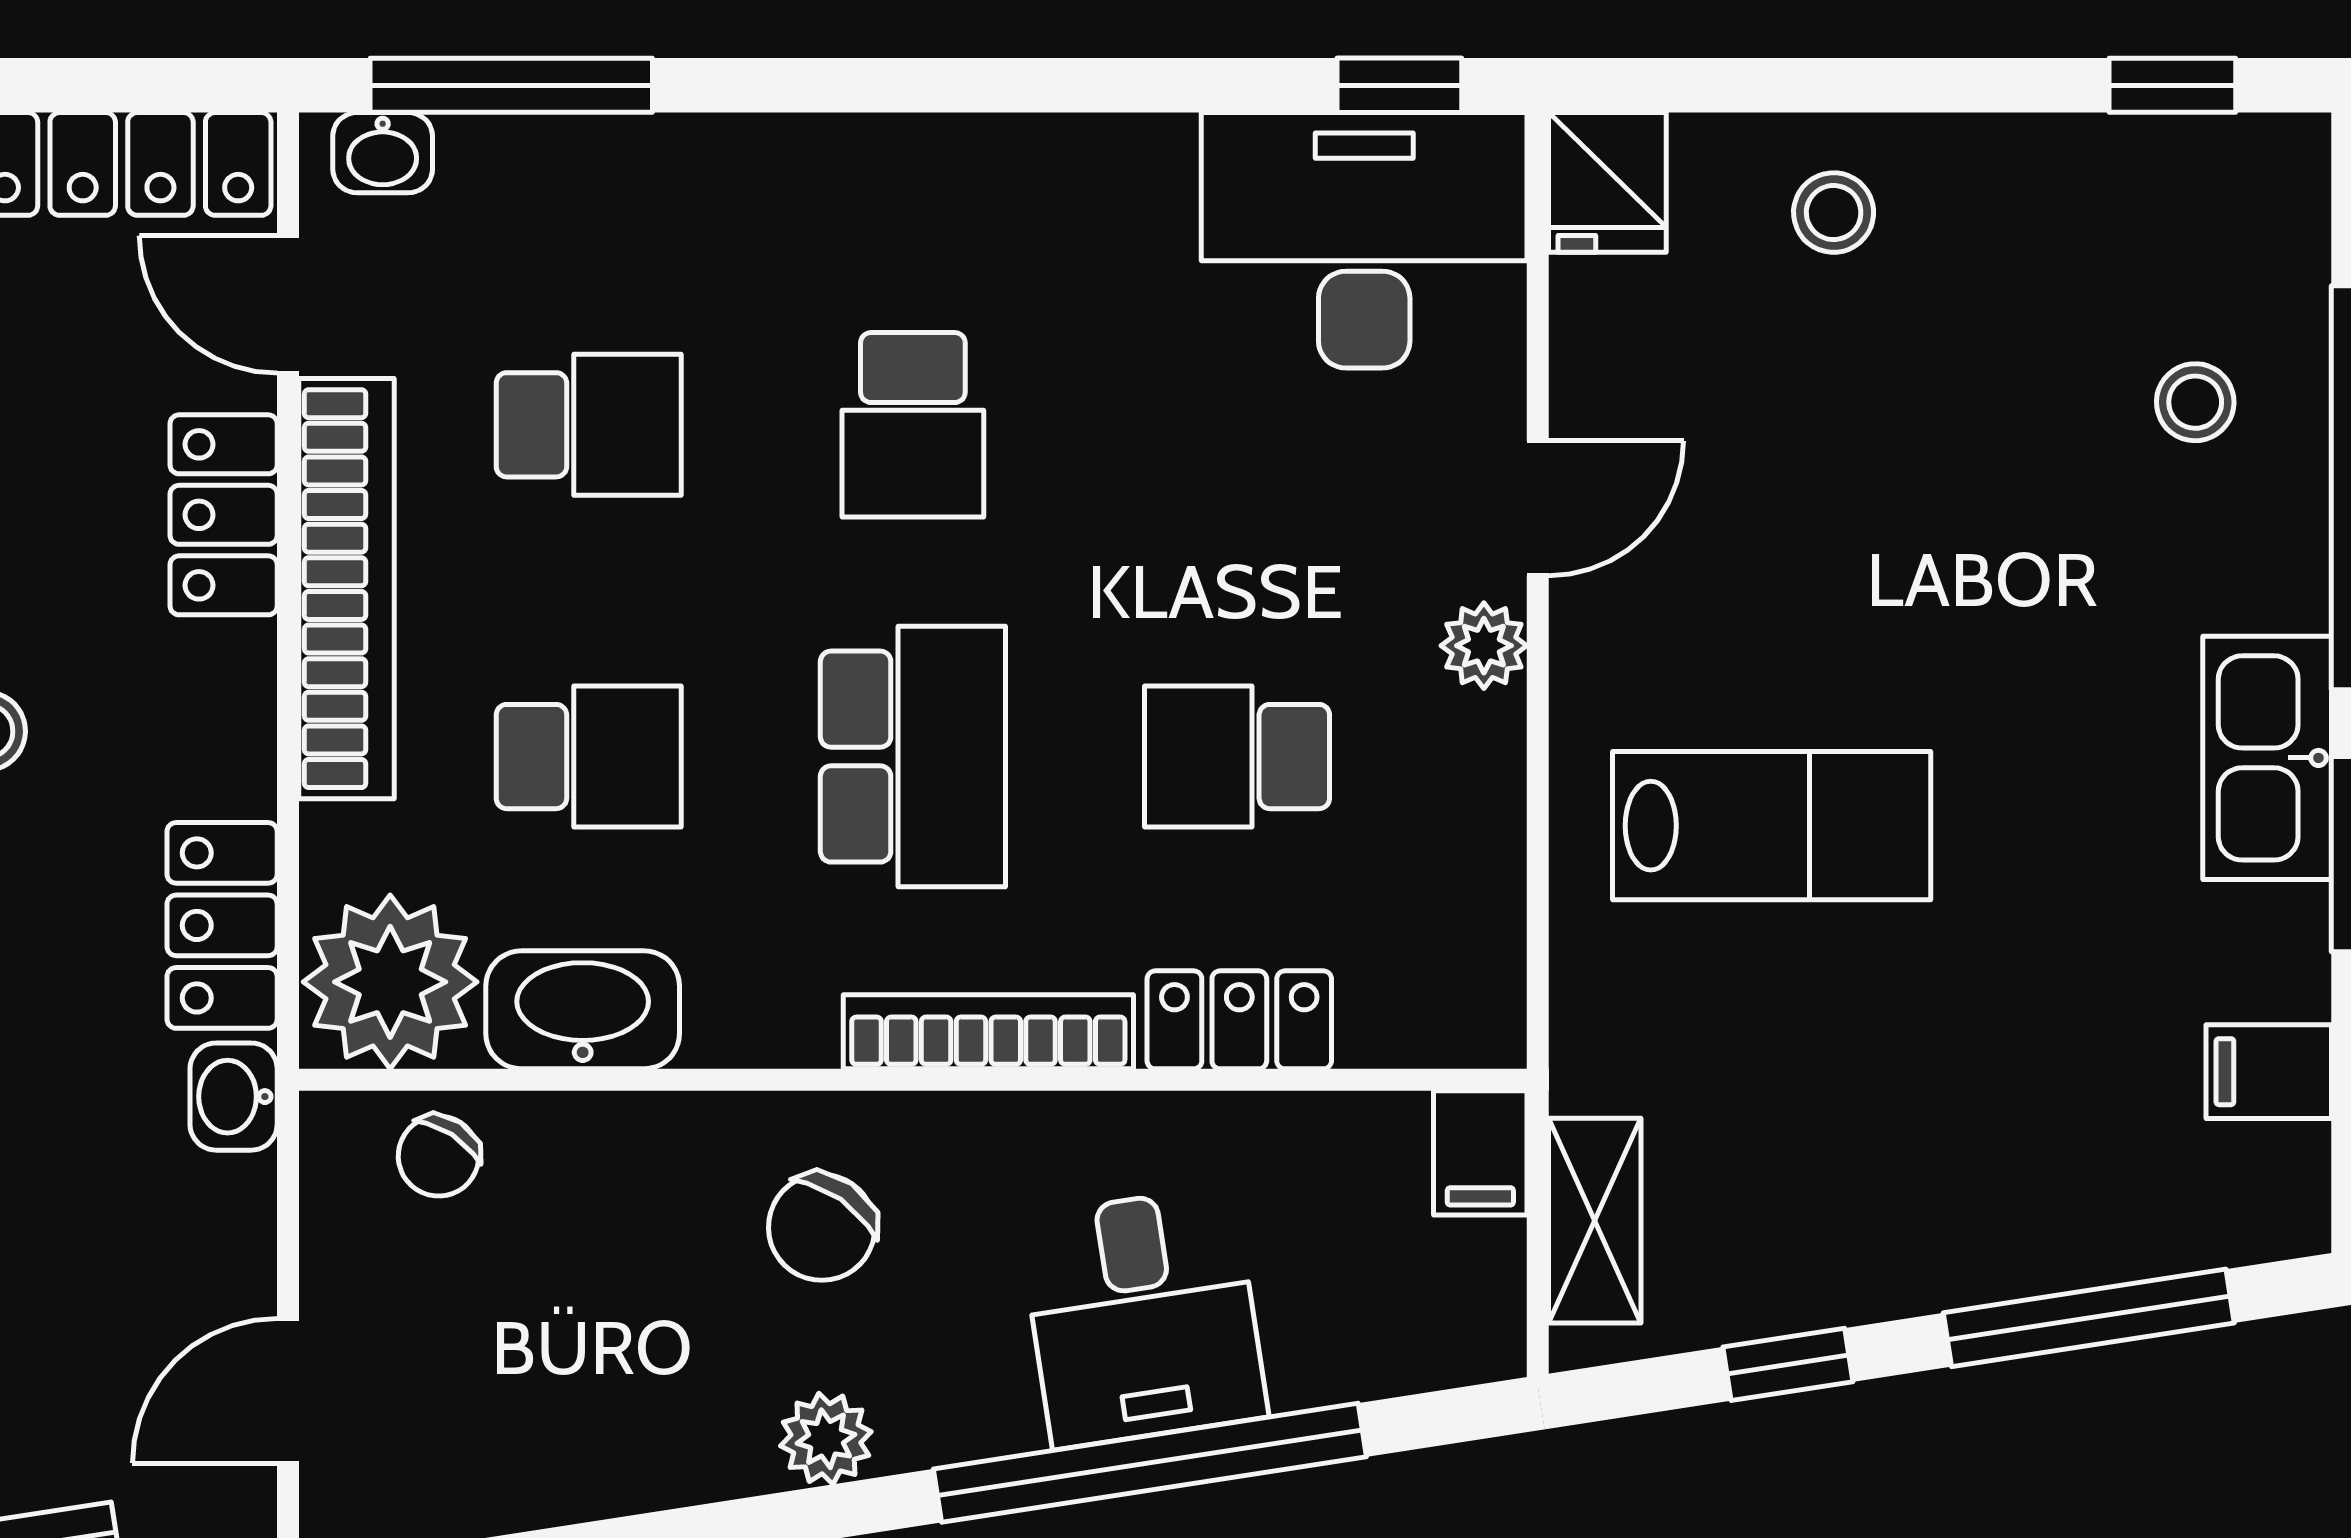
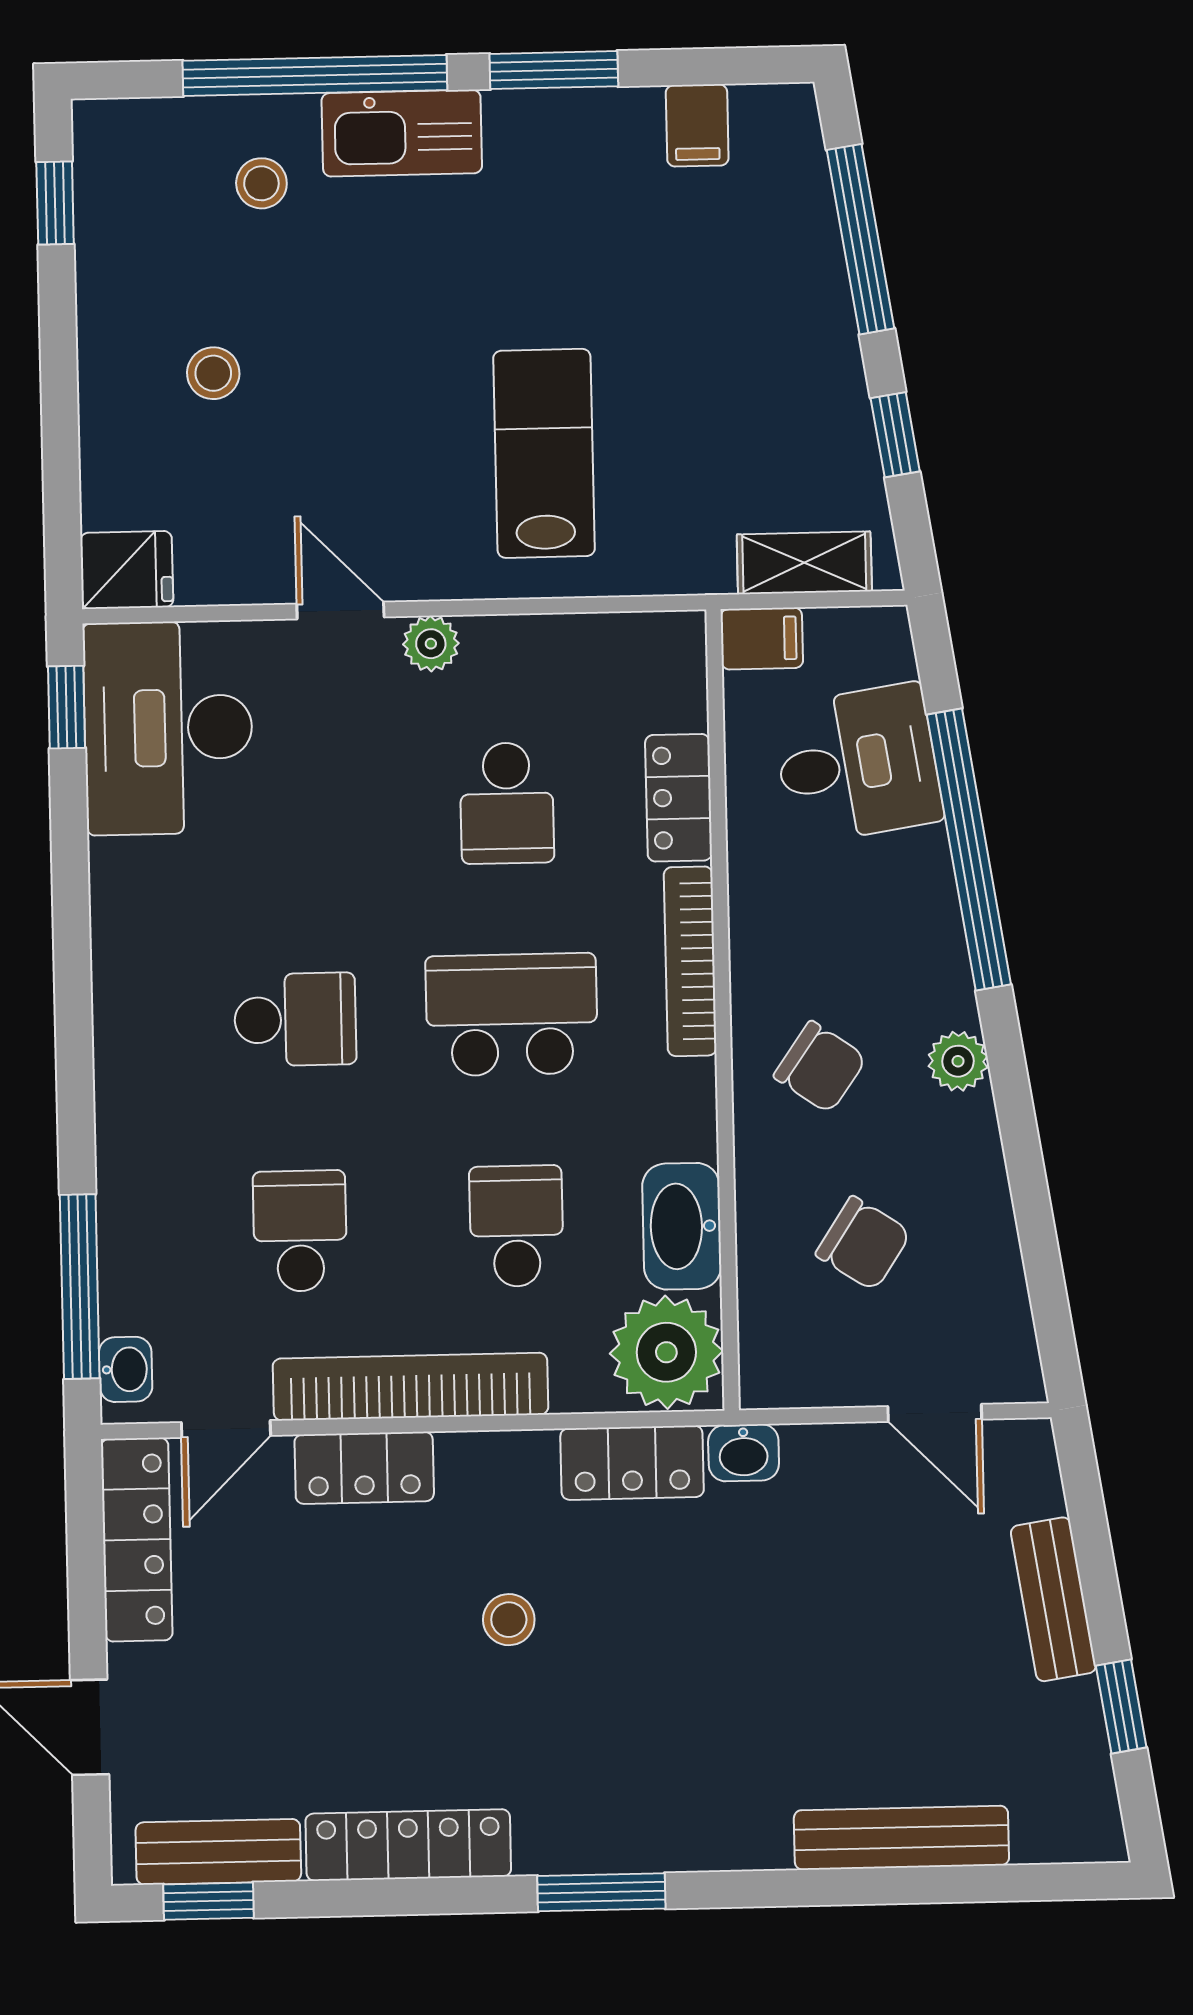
stool: (1834, 213) -> (213, 373), moved
kitchen sink: (2267, 758) -> (402, 133), moved
chair: (439, 1156) -> (863, 1243), moved, width x1.37, depth x1.37
desk: (1143, 1317) -> (857, 764), moved

